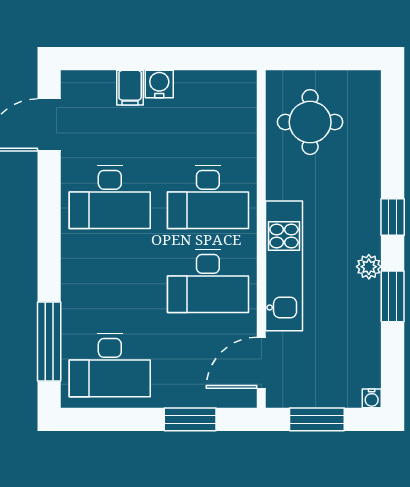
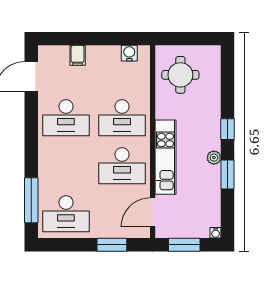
water cooler: (159, 84) -> (129, 53), moved

